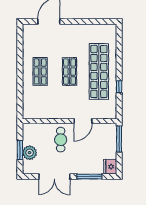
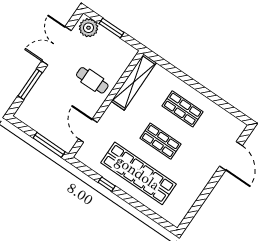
shelving: (44, 113) -> (134, 82), added
door: (83, 121) -> (88, 131), moved
plant: (30, 153) -> (89, 28), moved
fridge: (110, 167) -> (25, 114), removed

